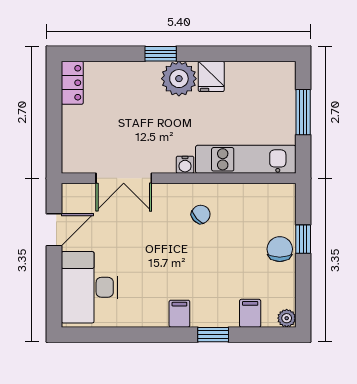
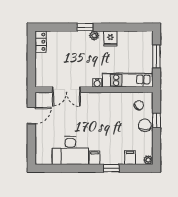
plant: (179, 79) -> (94, 36), width x0.53, depth x0.53
chair: (201, 214) -> (139, 105), moved
desk: (89, 287) -> (70, 150), moved, turned -90

